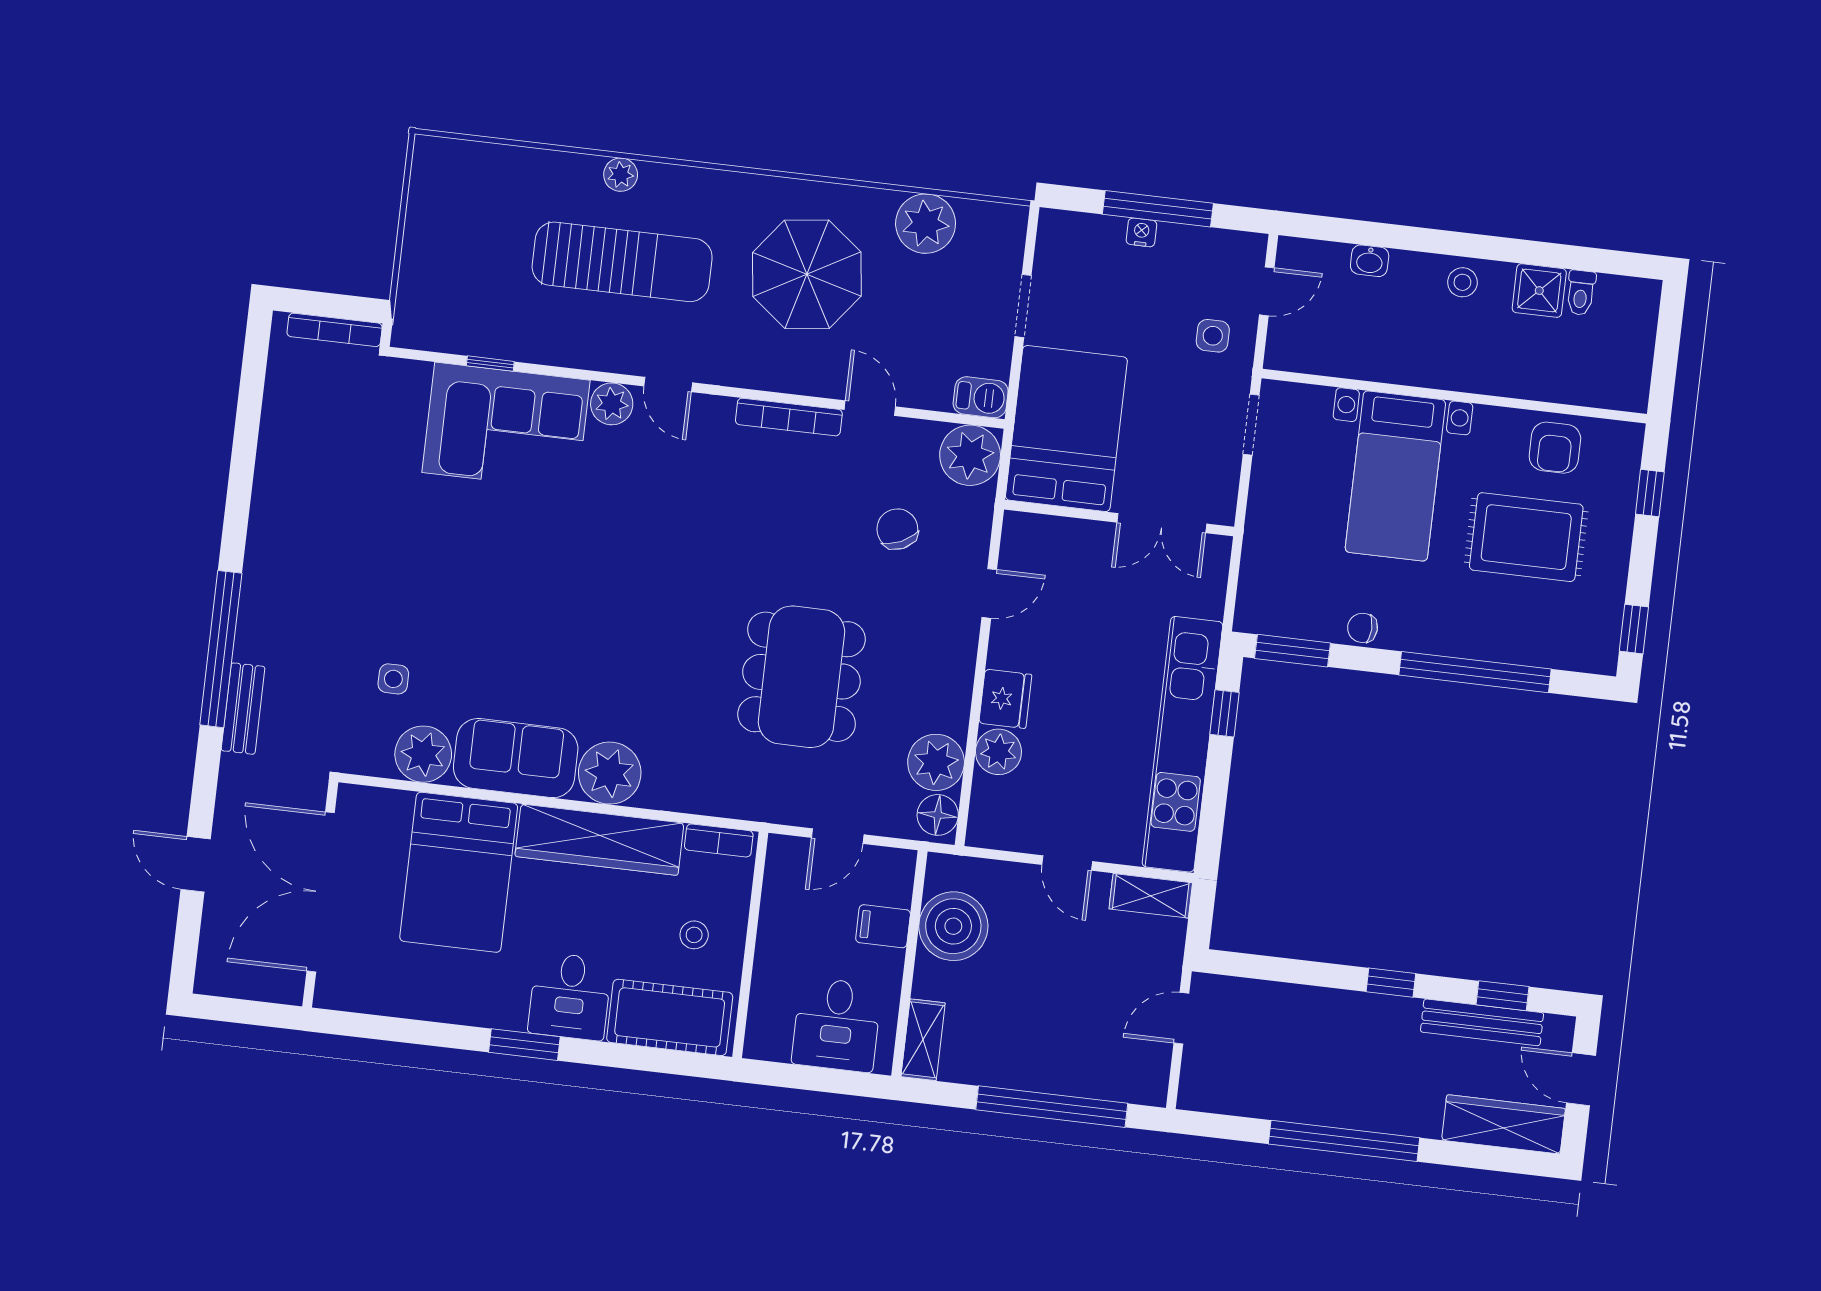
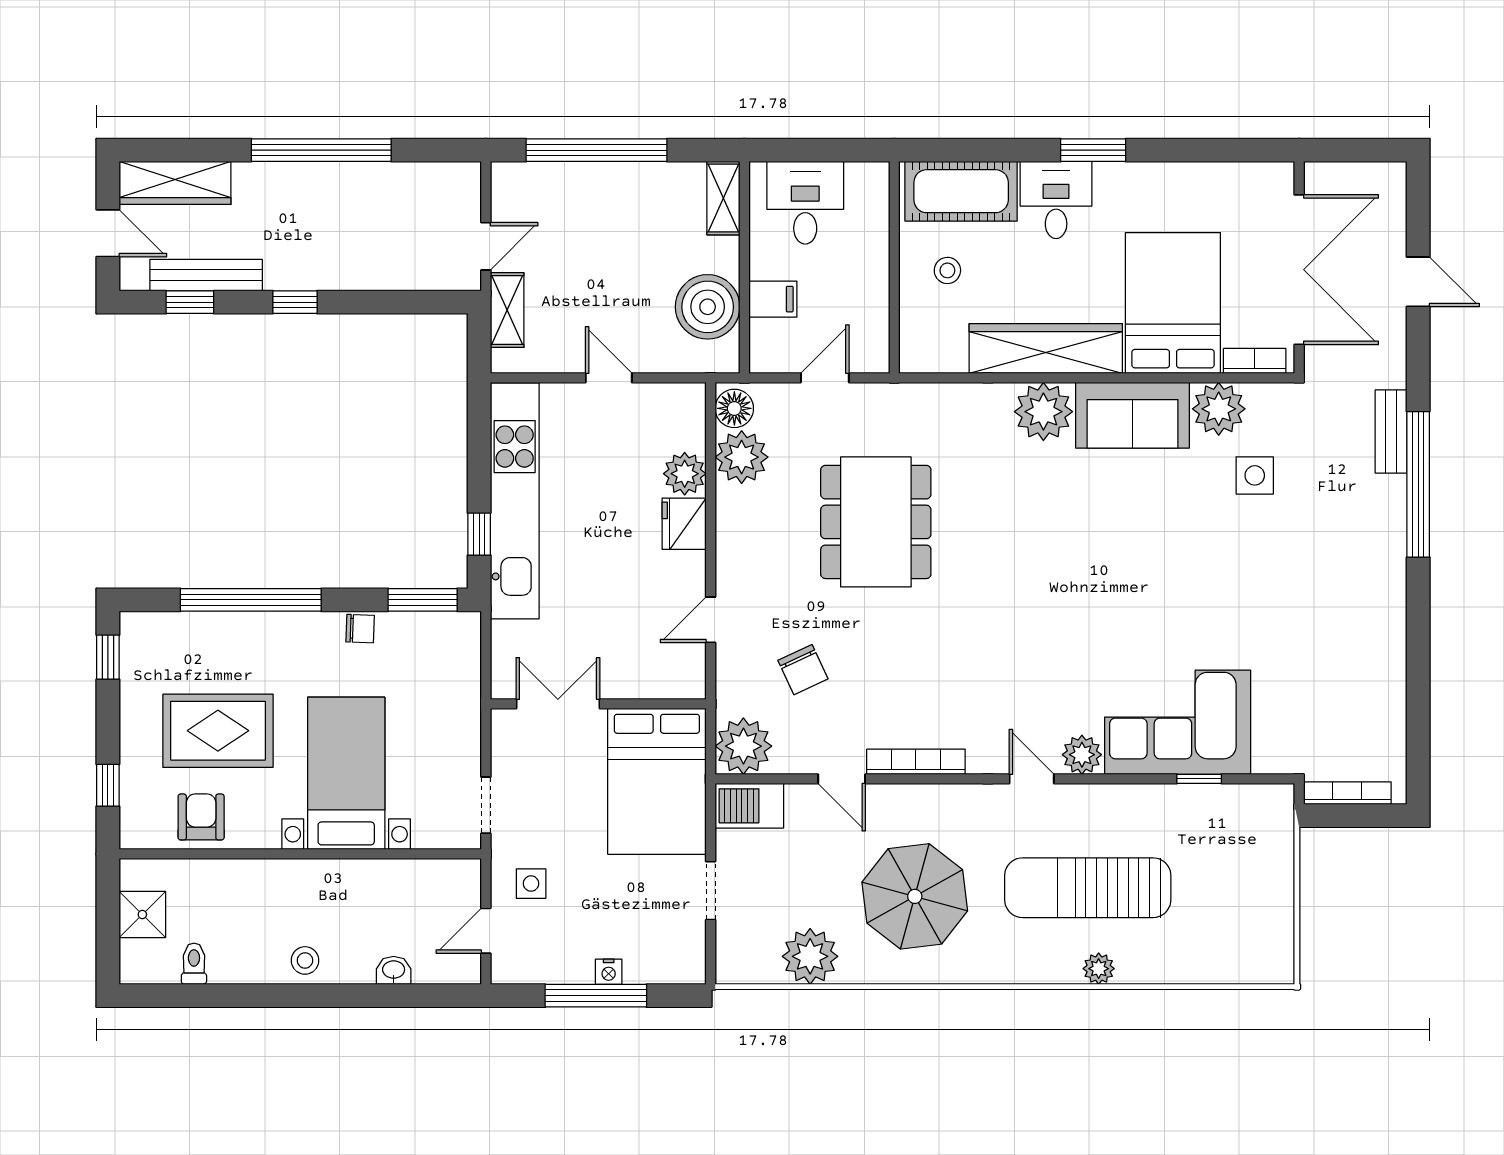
shower: (1539, 291) -> (142, 914), moved
barbecue: (981, 397) -> (749, 806), width x1.38, depth x1.27
side table: (393, 679) -> (1255, 475), width x1.37, depth x1.37
bookcase: (719, 840) -> (1255, 361), moved
shelving: (1151, 896) -> (507, 310), moved, turned 90

